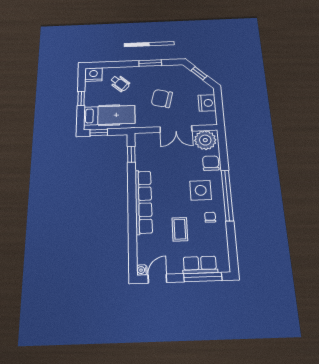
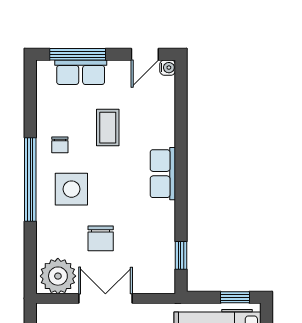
chair: (211, 163) -> (101, 238), moved
row of seats: (143, 202) -> (163, 174), width x0.50

